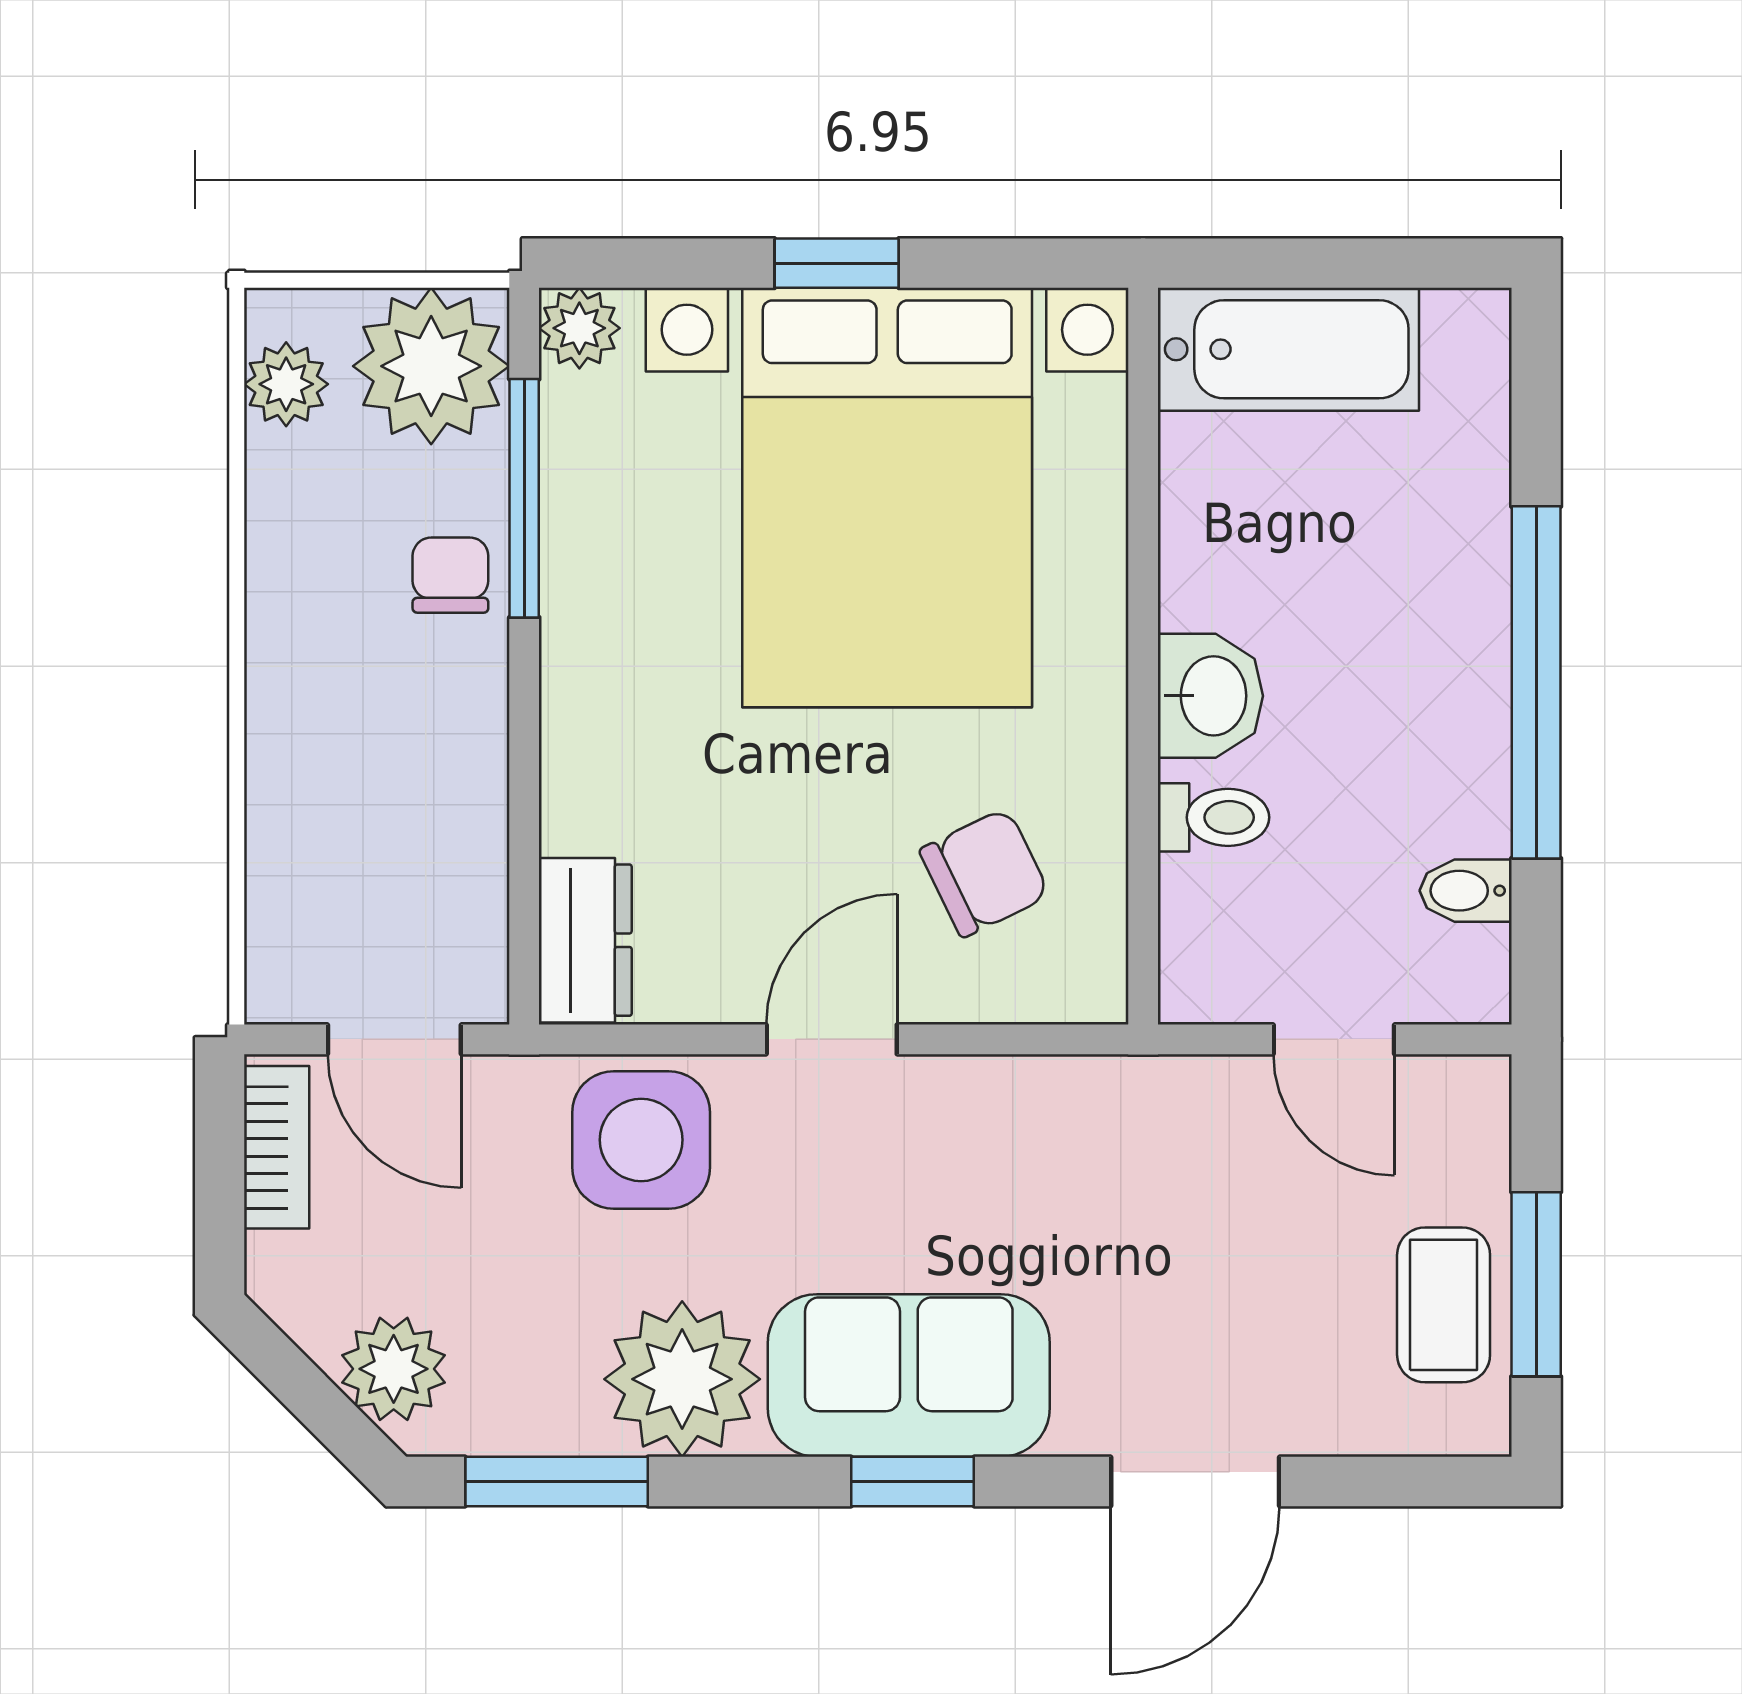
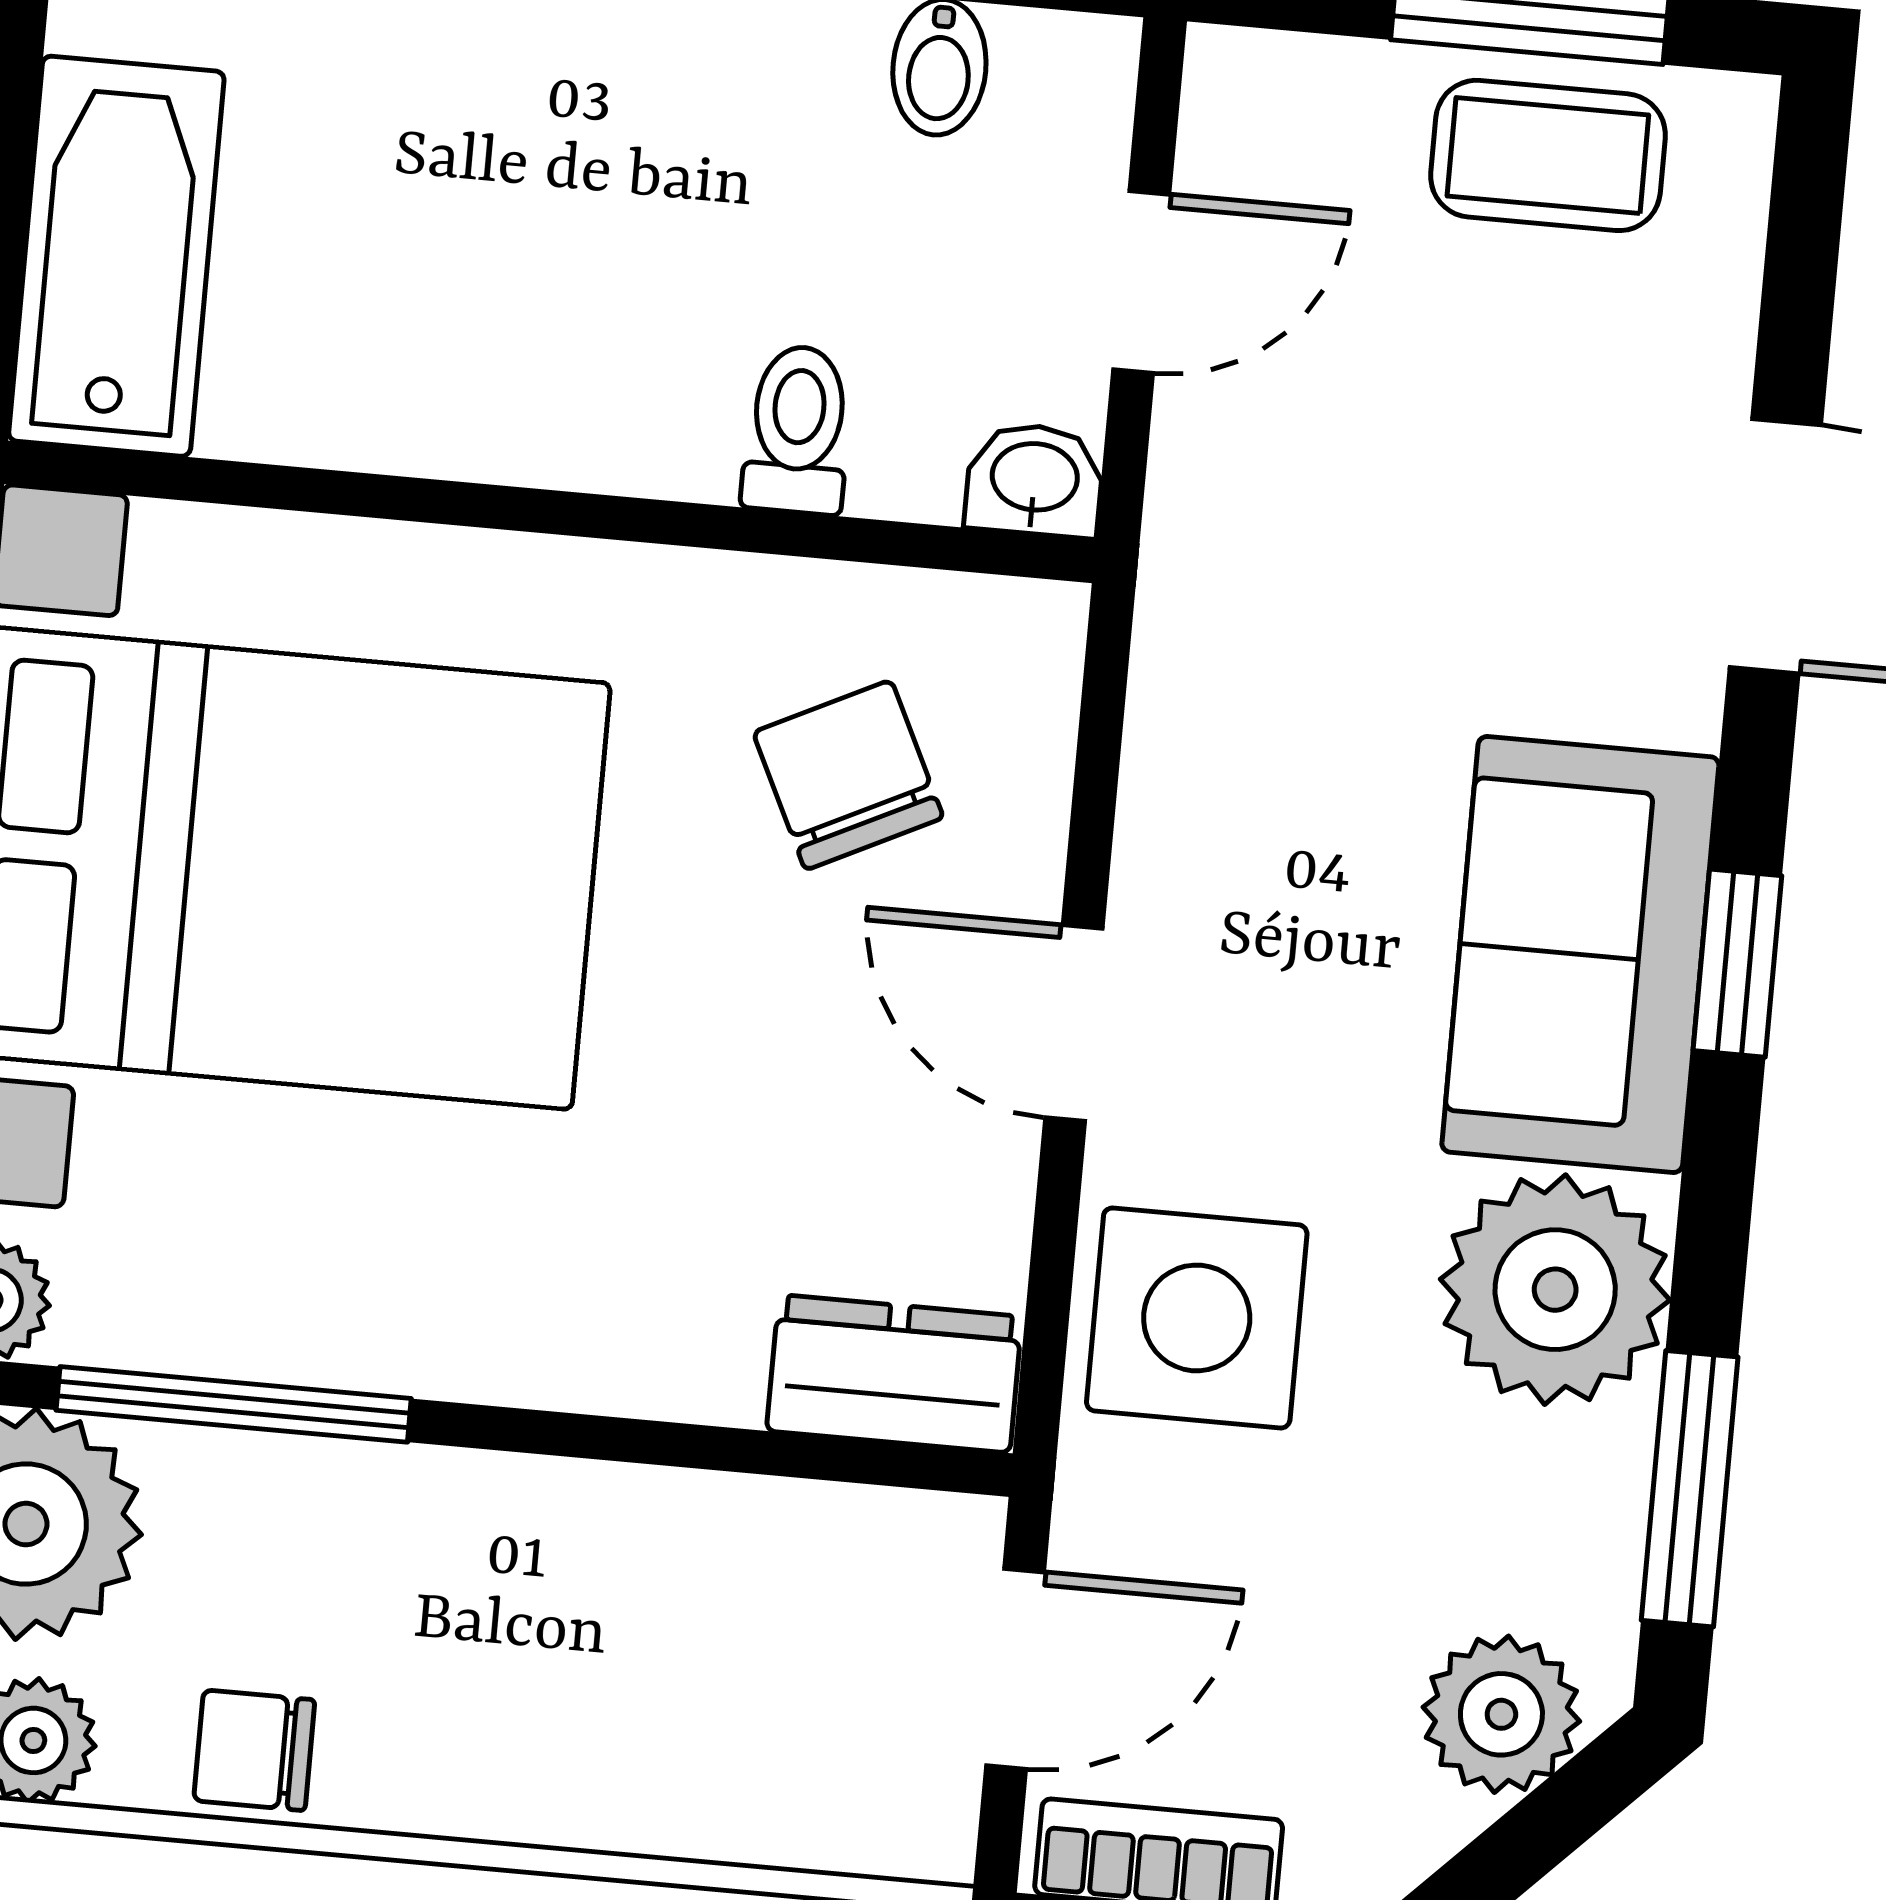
chair: (450, 575) -> (254, 1750), moved
washbasin: (1210, 696) -> (1035, 480), moved, width x0.72, depth x0.69

